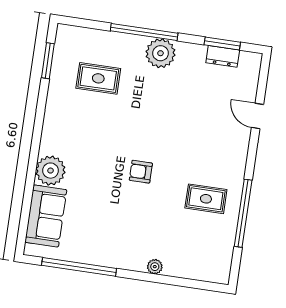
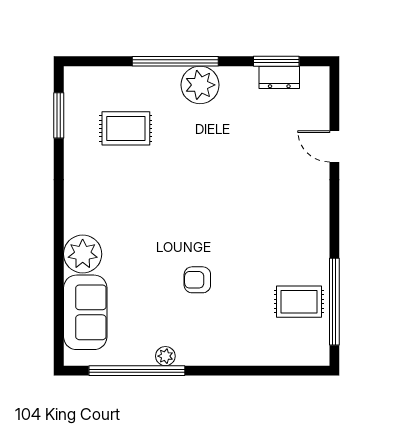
armchair: (141, 172) -> (197, 280), moved
rug: (206, 199) -> (299, 302), moved
window: (243, 213) -> (334, 302), moved
plant: (155, 267) -> (165, 356), moved

